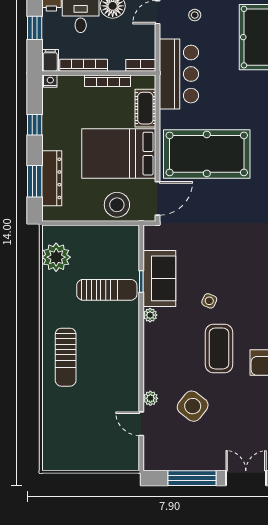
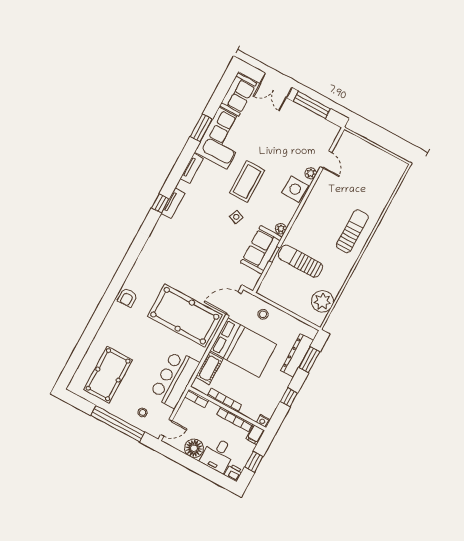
stool: (117, 205) -> (263, 314), width x0.53, depth x0.53
side table: (193, 406) -> (295, 189), moved, turned -36

